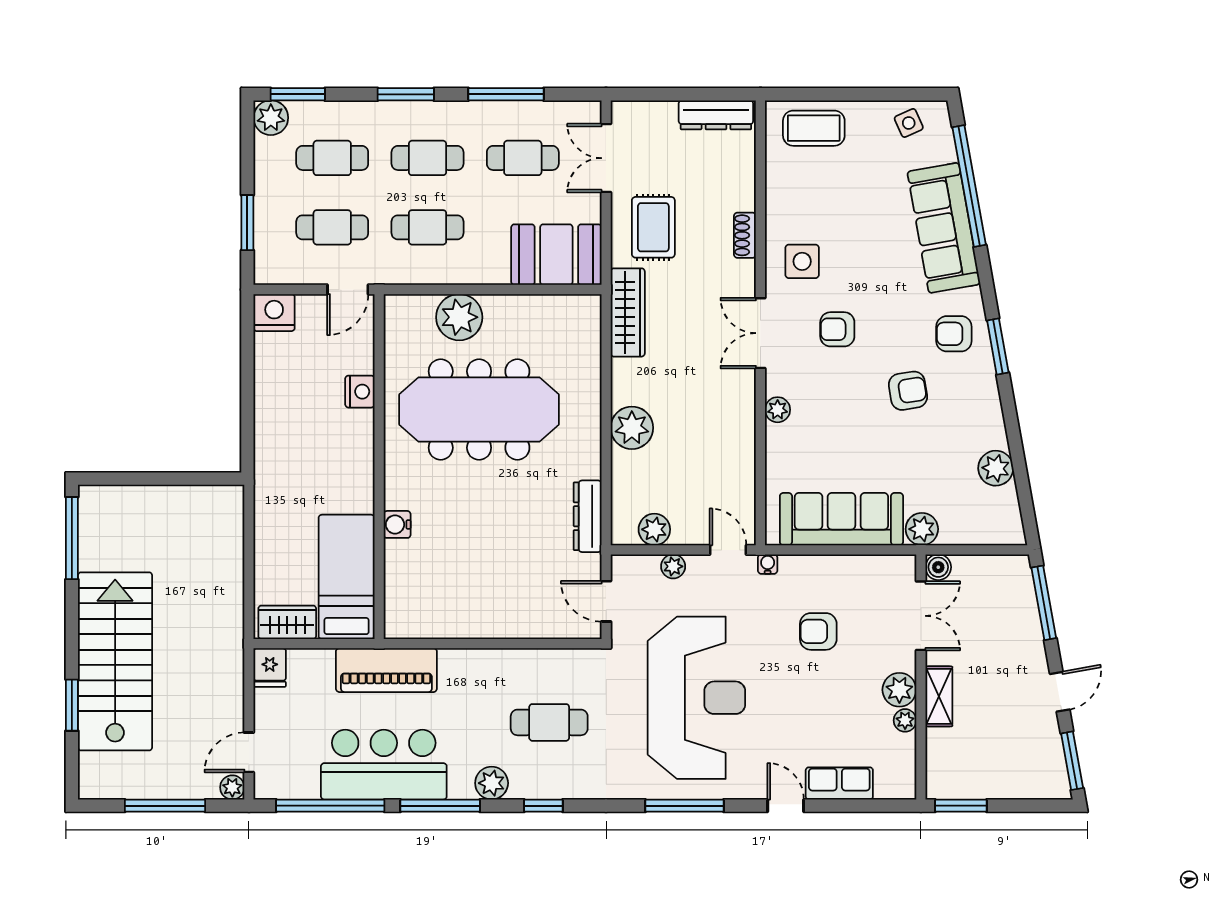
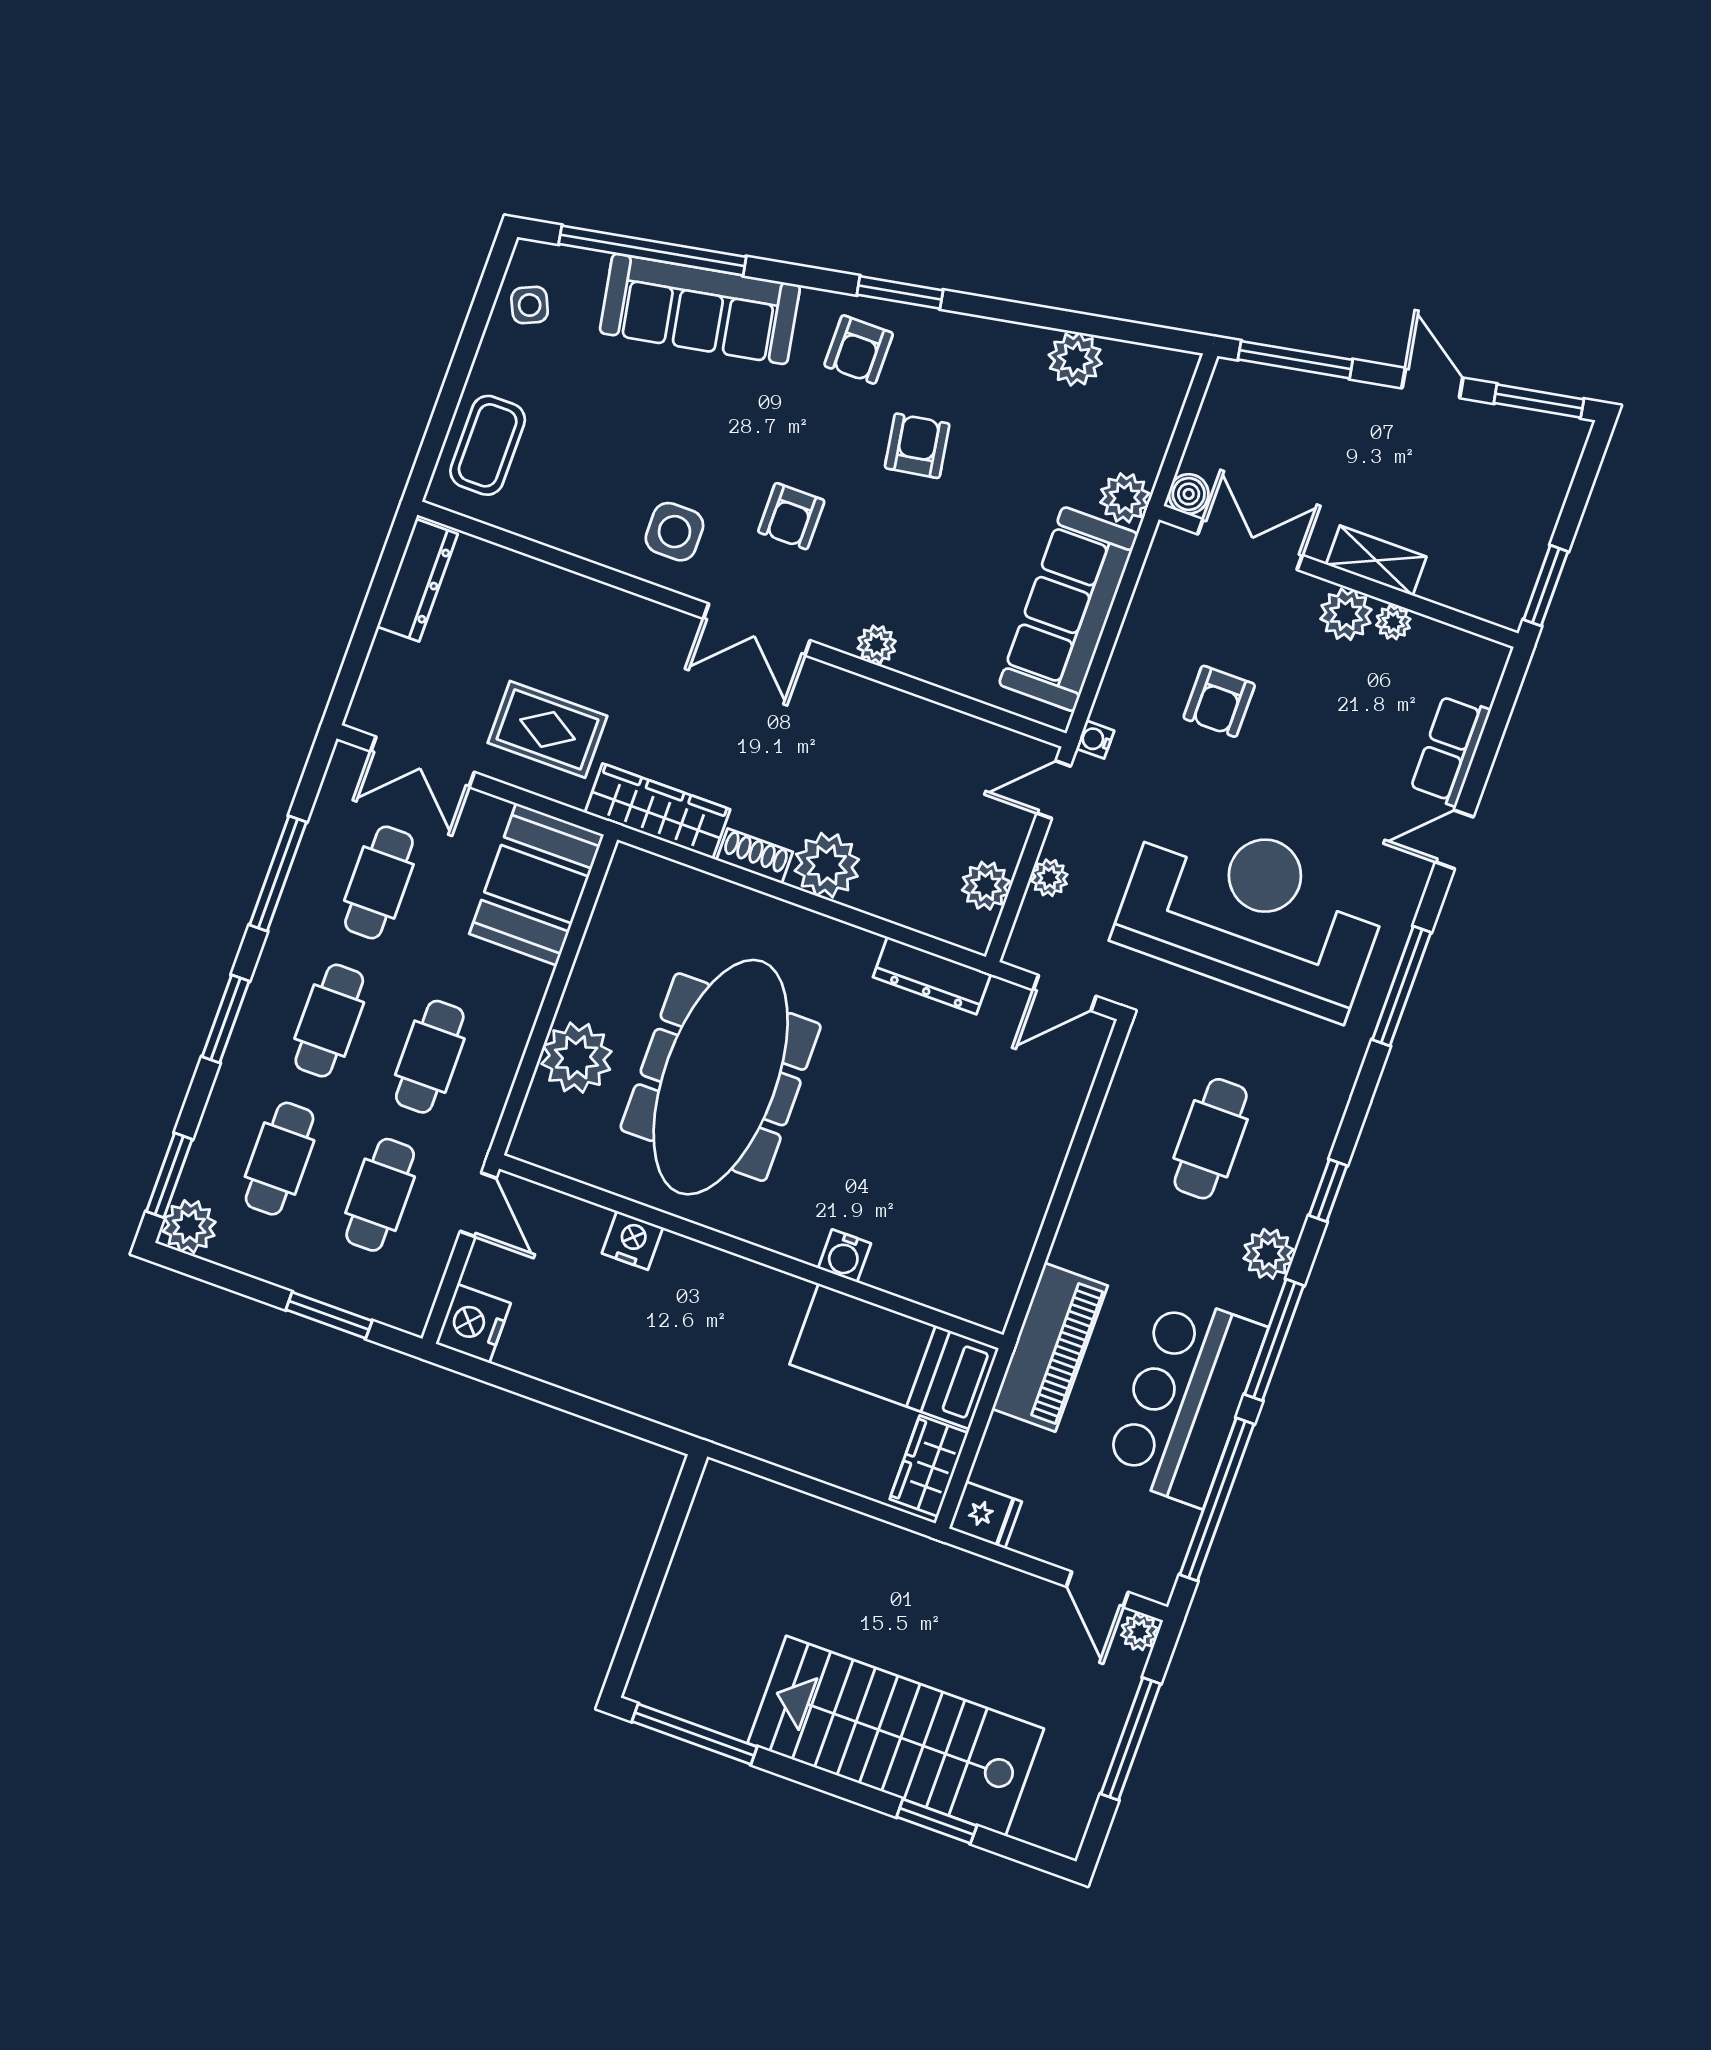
shoe rack: (745, 235) -> (755, 856), moved, turned 180

